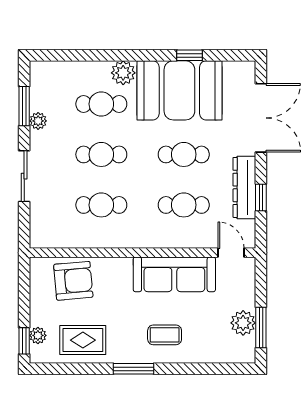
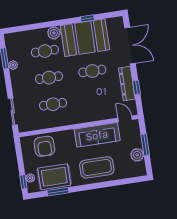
sliding door: (24, 176) -> (13, 112), moved
cafe table: (184, 205) -> (96, 98), removed
armchair: (73, 281) -> (44, 146), turned 95
window: (261, 328) -> (145, 145), moved
coffee table: (165, 335) -> (97, 167), width x1.86, depth x1.72
rug: (83, 340) -> (54, 177), width x1.36, depth x1.43
window: (133, 369) -> (58, 192), moved

